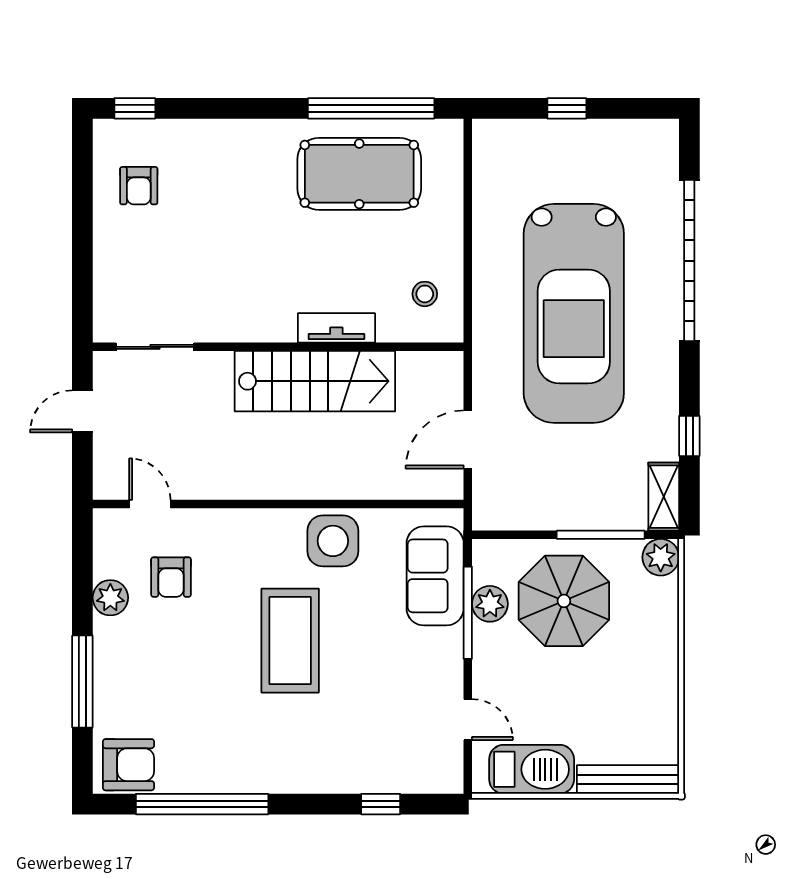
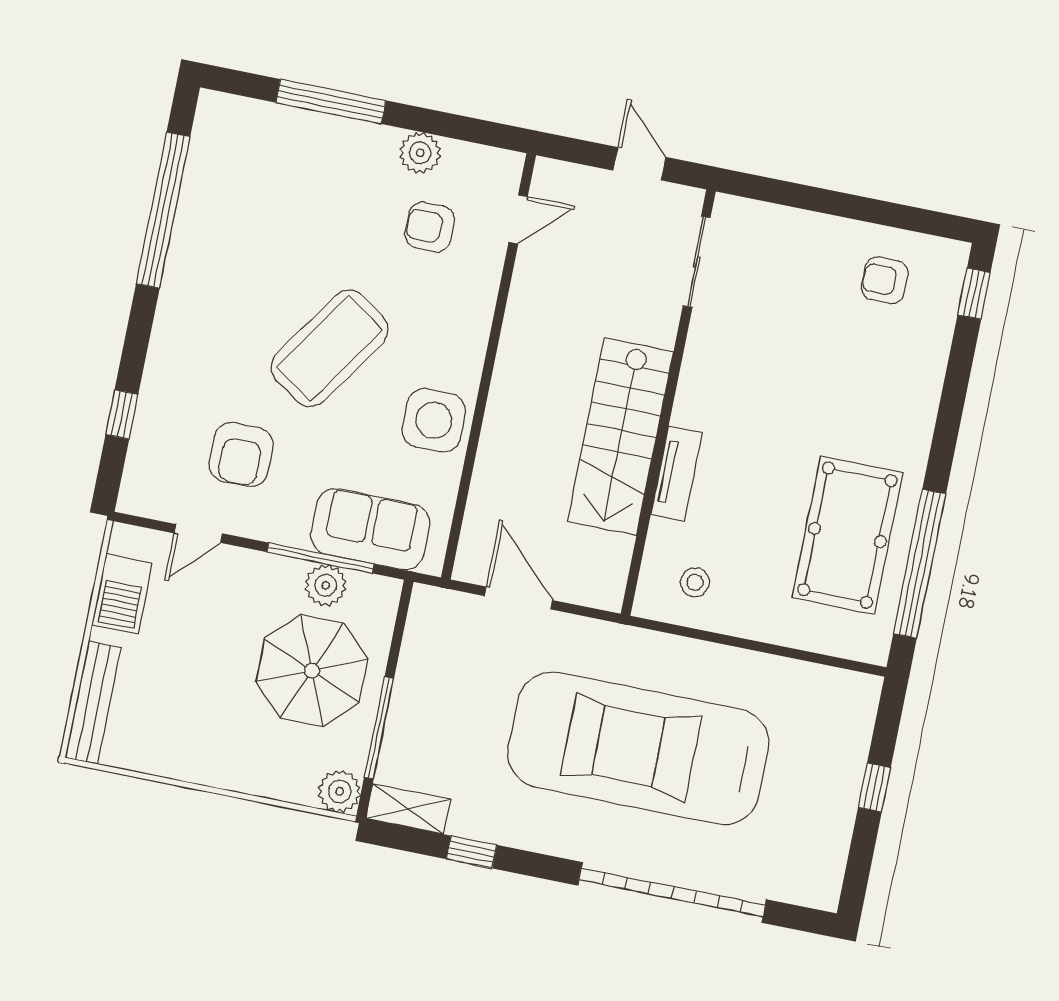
coffee table: (290, 641) -> (330, 348), turned -56
armchair: (128, 765) -> (241, 455), moved
barbecue: (532, 769) -> (122, 594), width x0.73, depth x0.83

